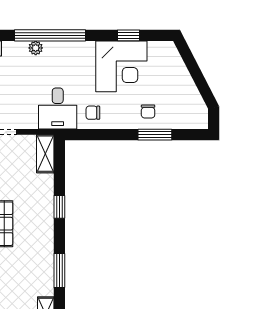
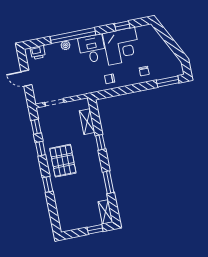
desk: (58, 108) -> (92, 49), moved, turned 180
window: (155, 135) -> (168, 81), moved
shelving: (45, 154) -> (87, 122), moved

